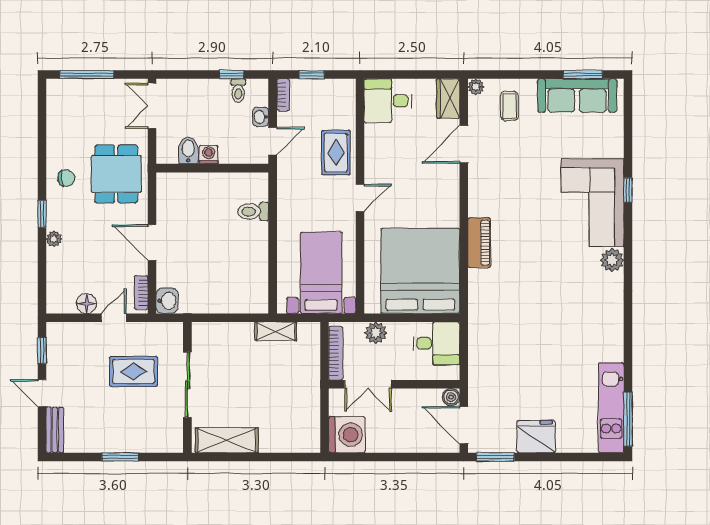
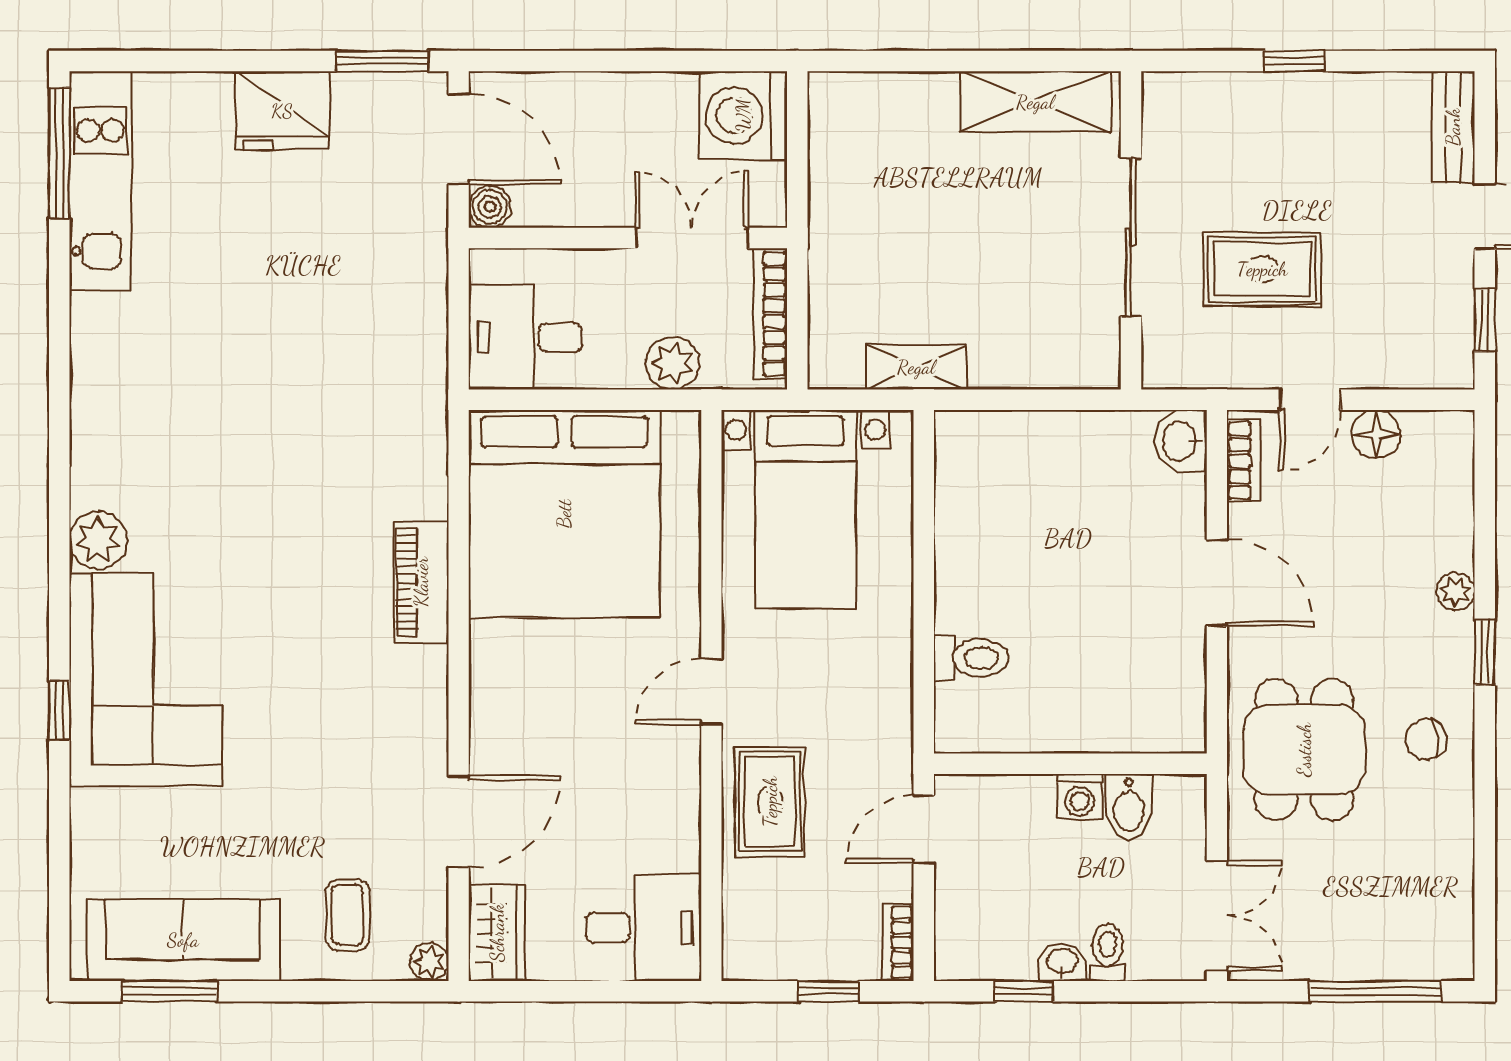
toilet: (238, 91) -> (1108, 952), moved
washbasin: (261, 117) -> (1062, 962), moved, turned -90
window: (120, 457) -> (1294, 61), width x0.67

